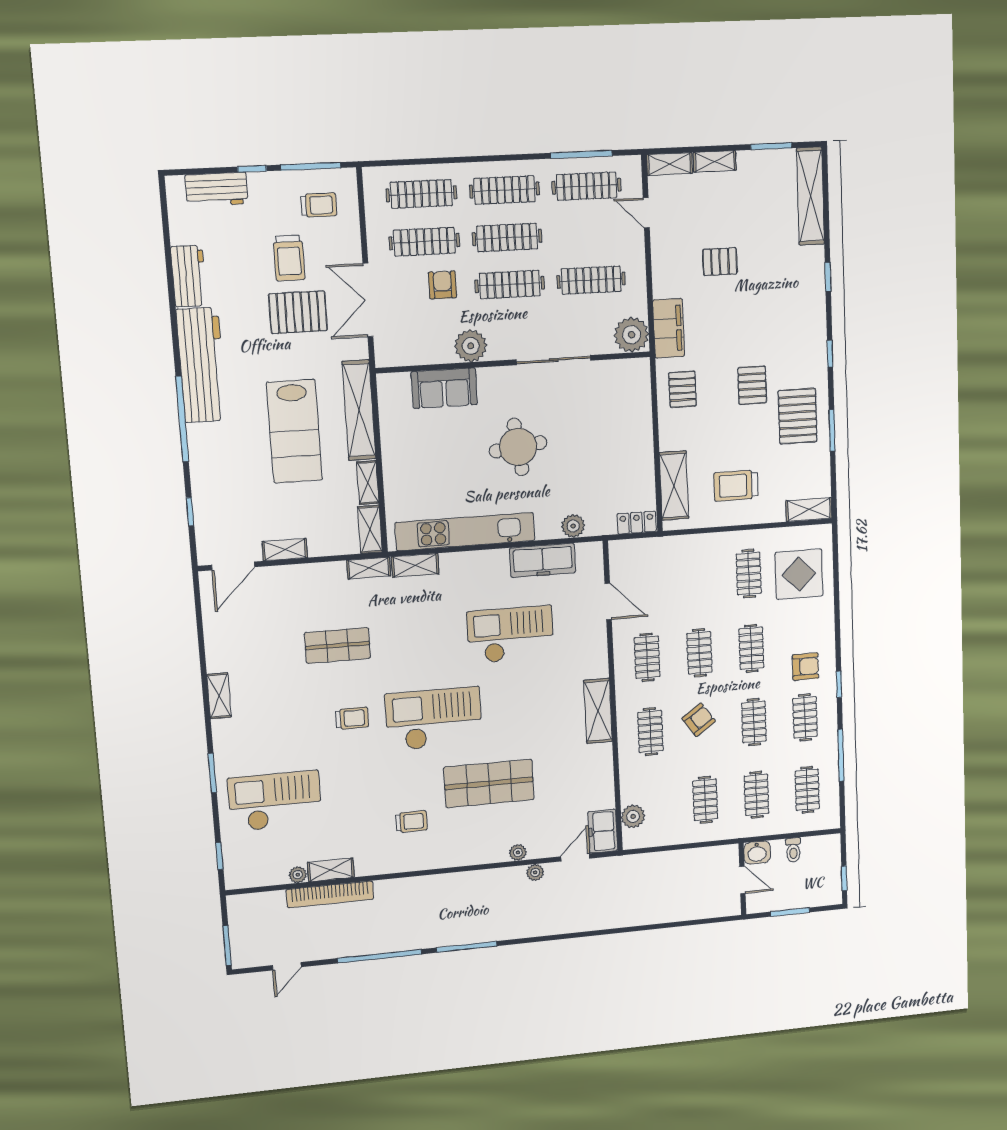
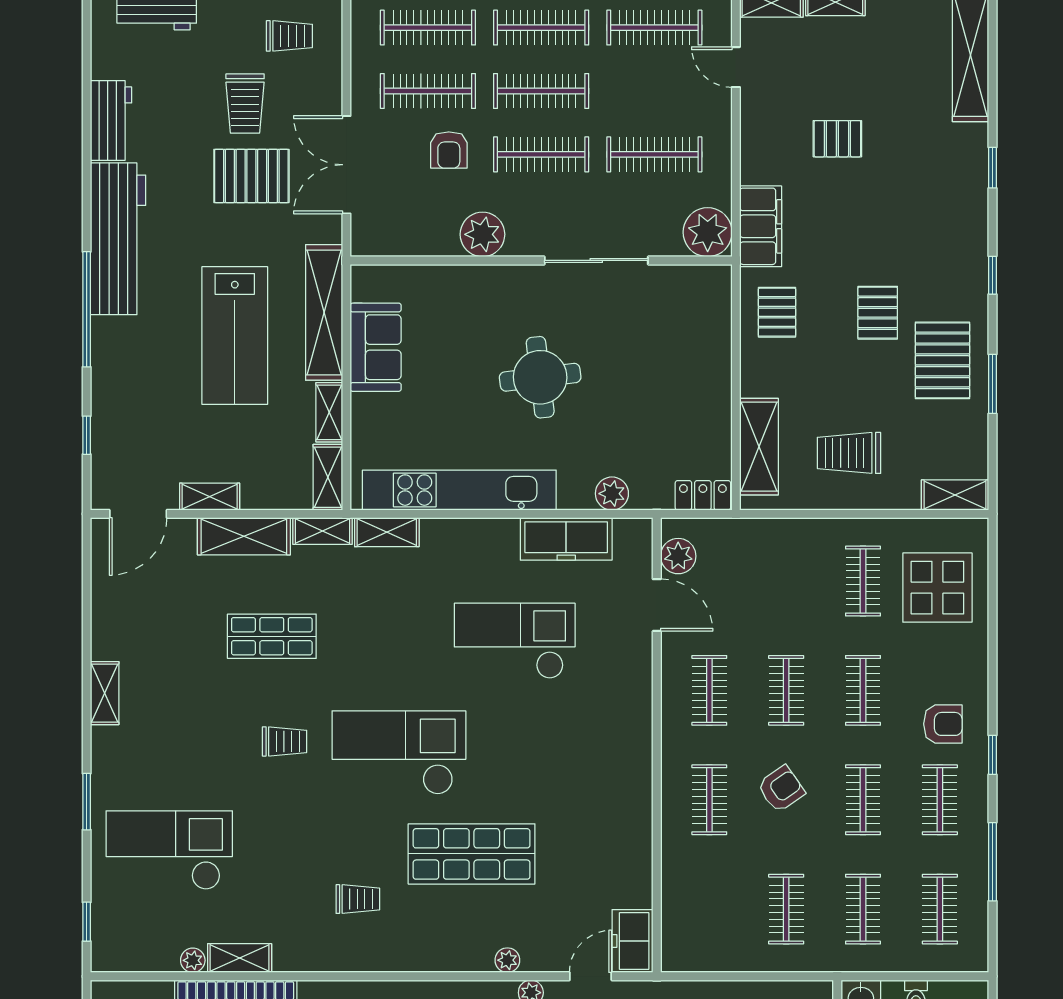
armchair: (443, 285) -> (449, 150), turned 180
sofa: (444, 388) -> (376, 347), moved, turned -90
shelving: (598, 711) -> (244, 536), moved, turned 90
plant: (633, 816) -> (678, 556), moved

